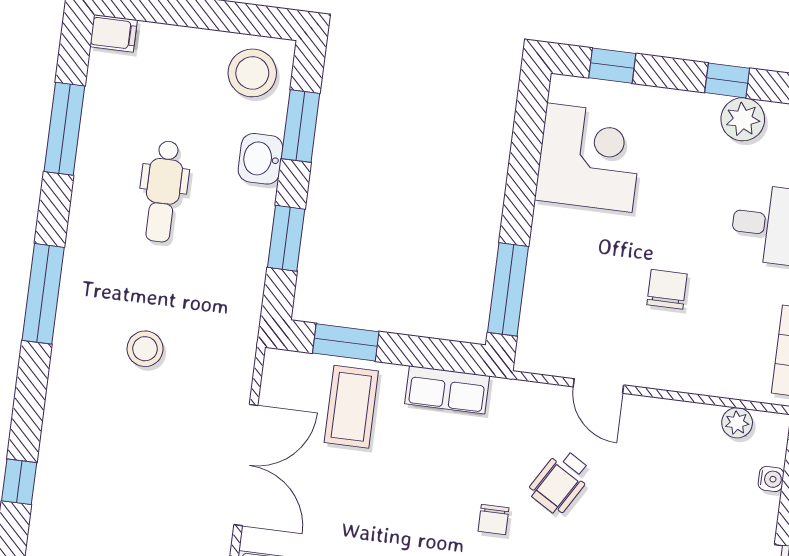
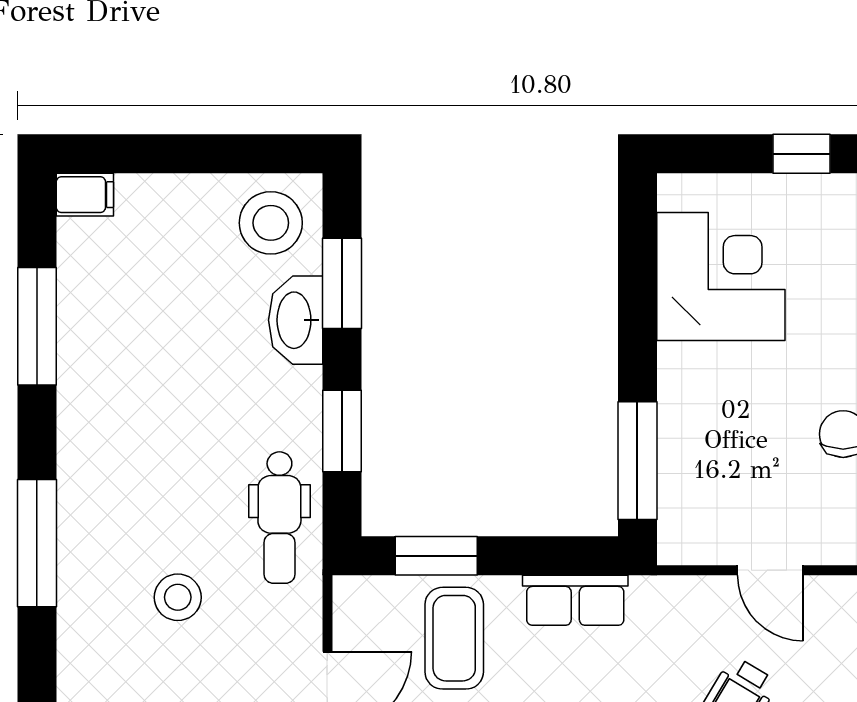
window: (612, 66) -> (801, 154), moved
washbasin: (260, 159) -> (296, 320), width x1.38
dental chair: (163, 191) -> (279, 518), moved

